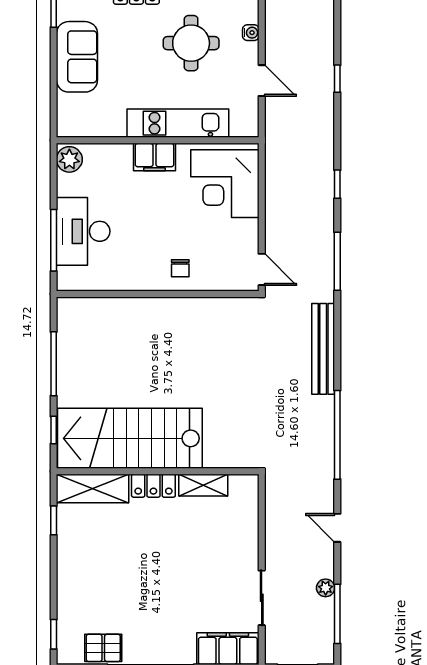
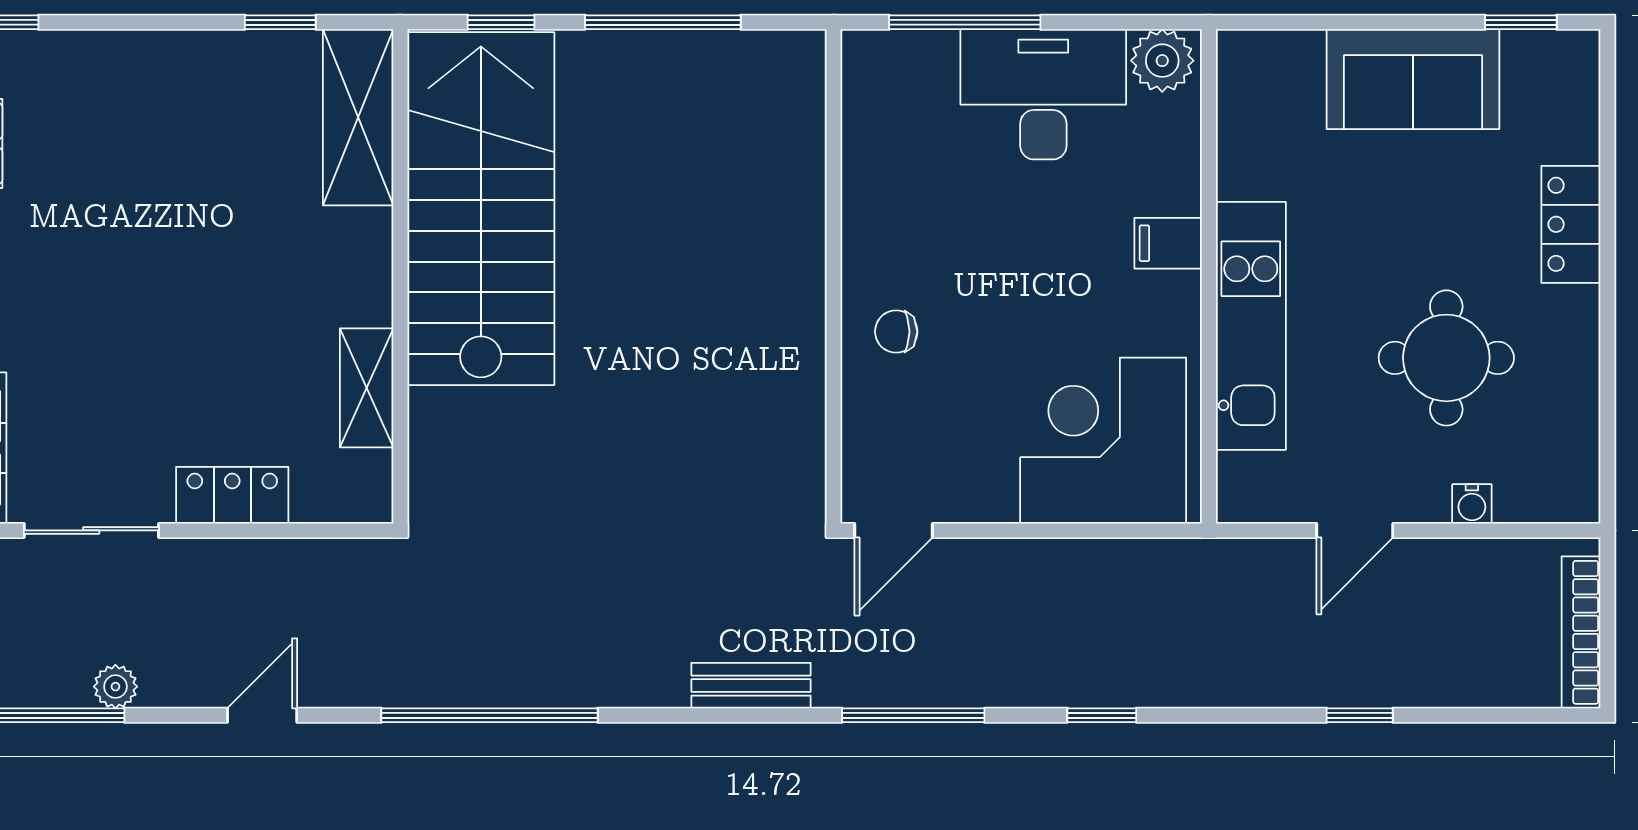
filing cabinet: (154, 157) -> (1168, 243), width x0.50
desk: (83, 231) -> (1043, 94), moved
bench: (323, 349) -> (751, 686), width x0.54, depth x0.82
locker: (153, 486) -> (232, 495), moved, turned 90

